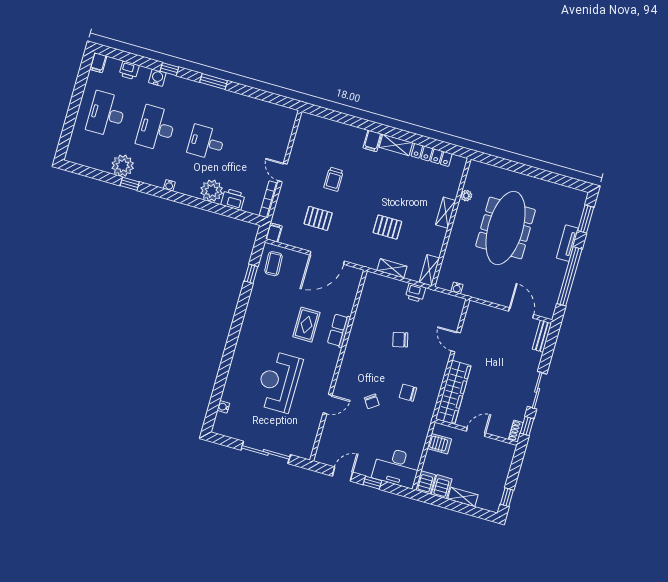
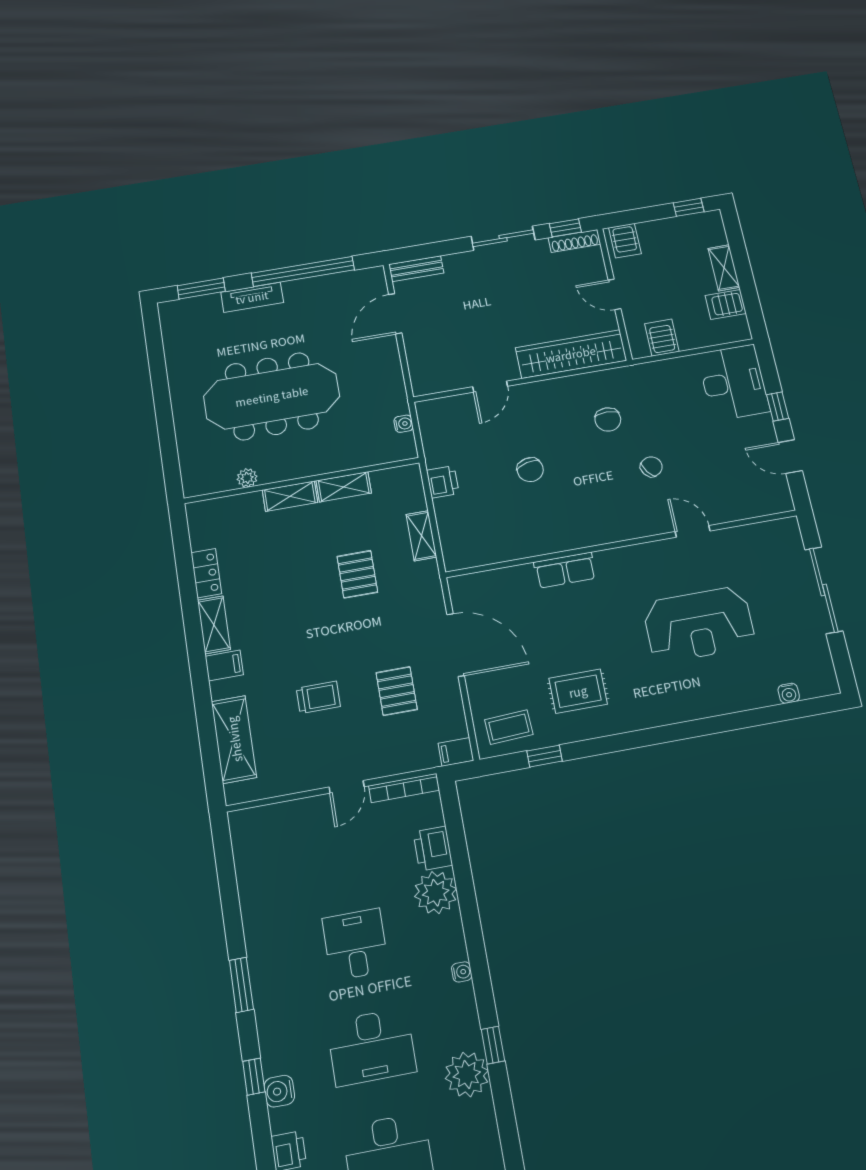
shelving: (333, 129) -> (234, 739), added
desk: (206, 142) -> (356, 944), turned 180
locker: (432, 155) -> (206, 573), width x0.66
shelving: (429, 270) -> (344, 487), moved
rug: (306, 325) -> (578, 691), moved
shoe rack: (516, 431) -> (574, 241), width x1.43
server rack: (425, 482) -> (625, 241), moved, turned -90

